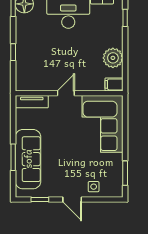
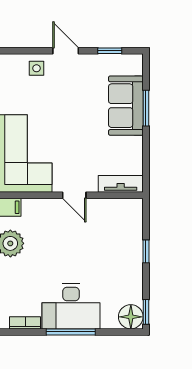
door: (66, 93) -> (74, 195), hinge flipped
sofa: (28, 159) -> (126, 106), width x0.73

